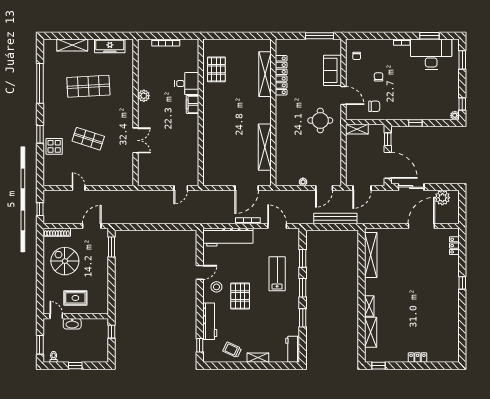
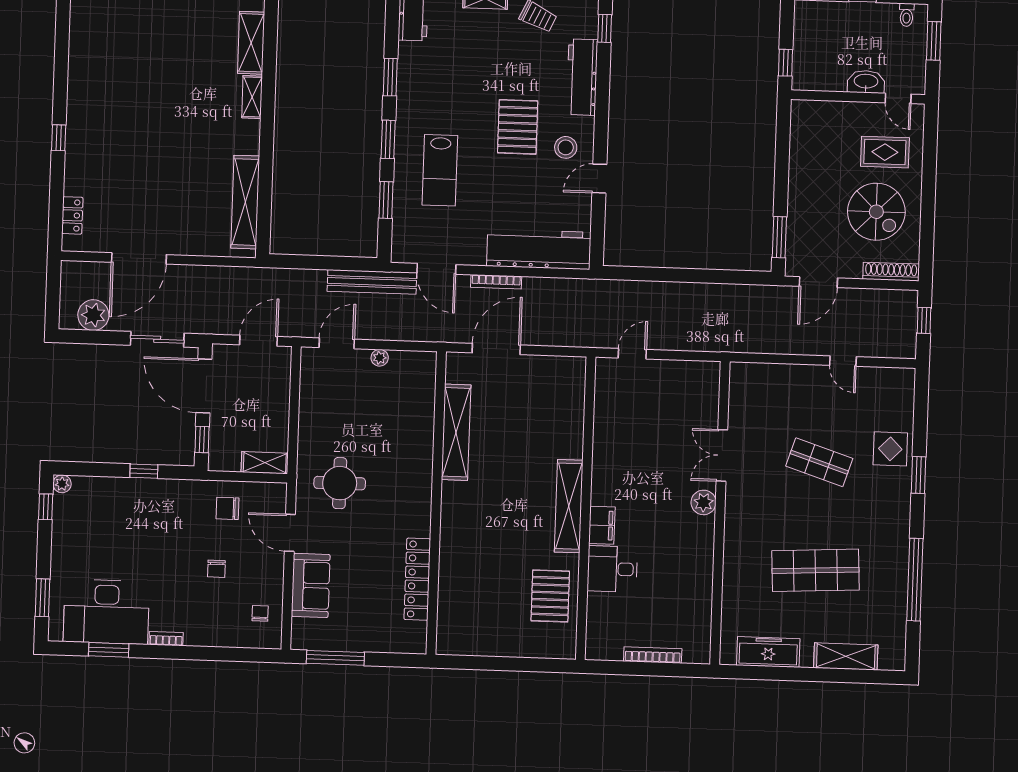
shelving: (265, 74) -> (569, 506), moved
plant: (144, 96) -> (704, 502), moved
bench: (335, 218) -> (372, 282), moved
rug: (75, 298) -> (885, 152), moved

